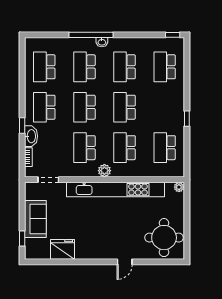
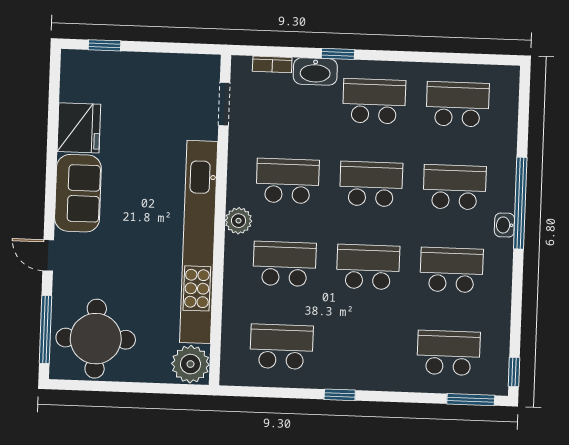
window: (187, 55) -> (471, 400), added
plant: (179, 187) -> (190, 364), width x1.88, depth x1.88
sofa: (35, 219) -> (78, 193), moved, turned -90
window: (160, 262) -> (45, 329), added

